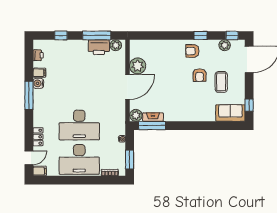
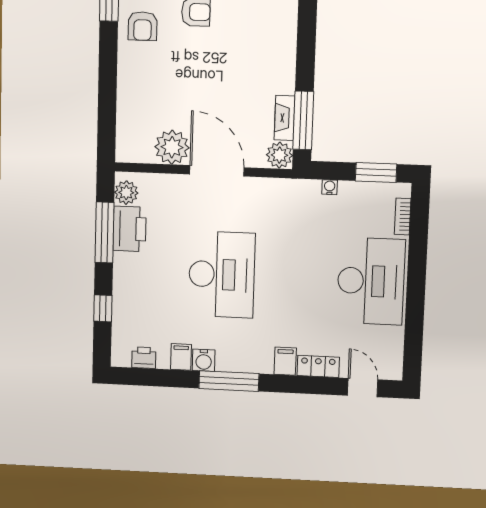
desk: (79, 125) -> (222, 275), moved
filing cabinet: (40, 171) -> (285, 361), moved

